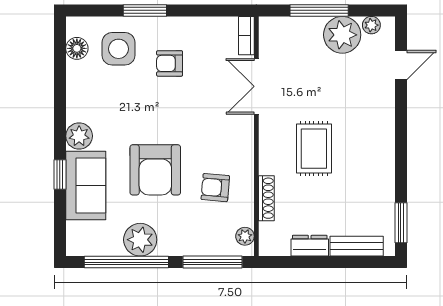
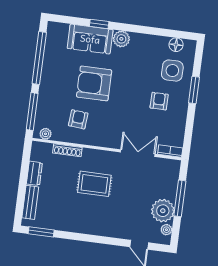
plant: (140, 240) -> (52, 68), removed

